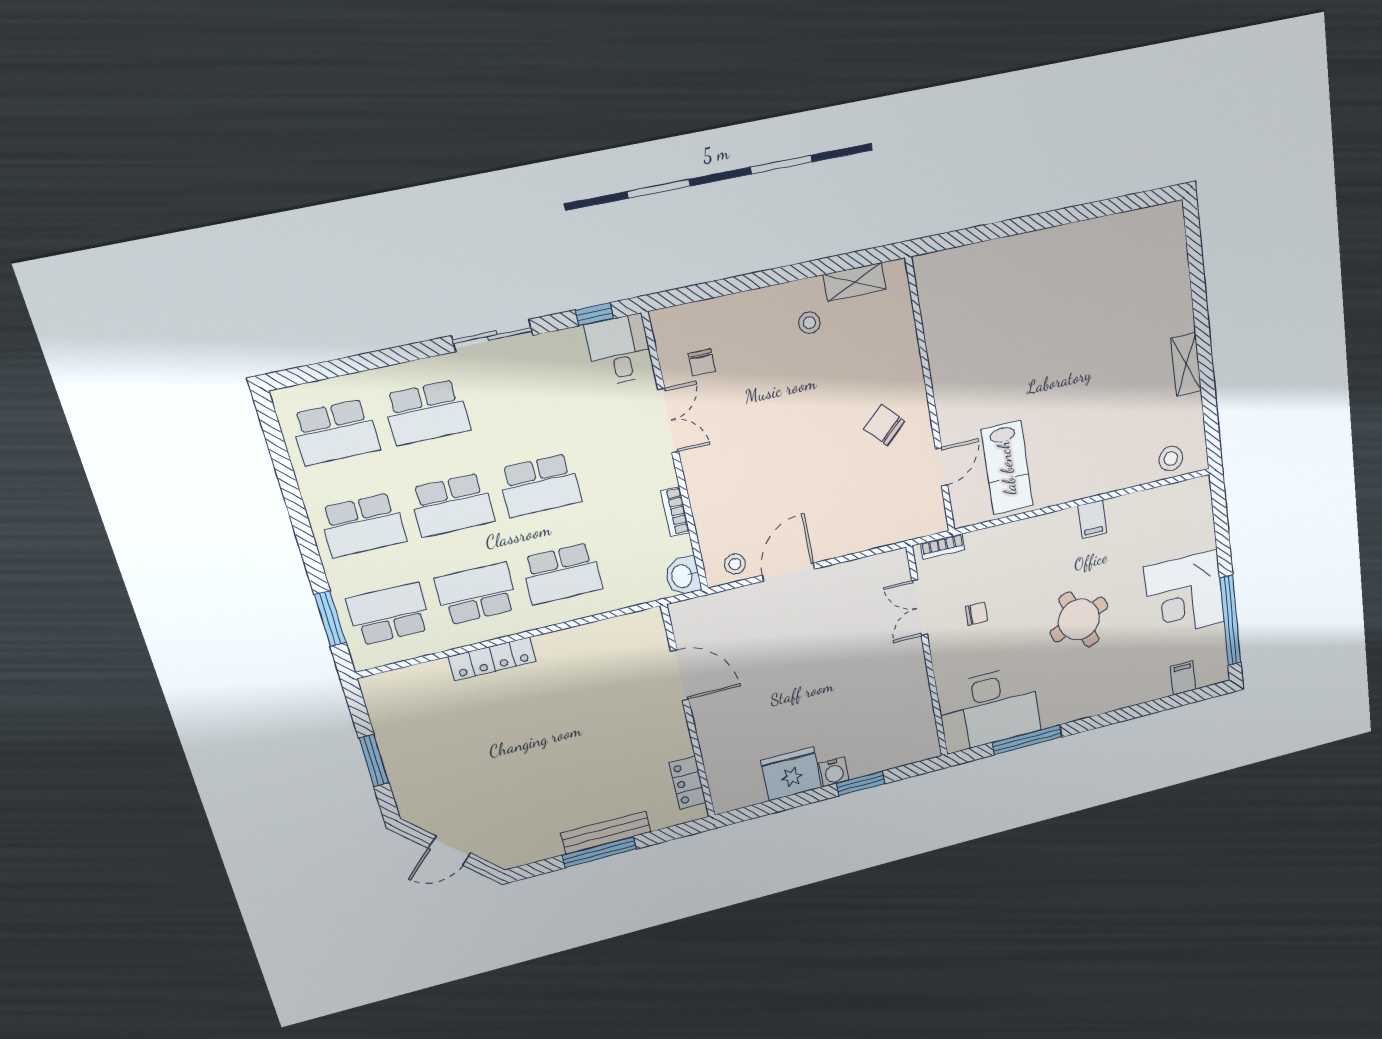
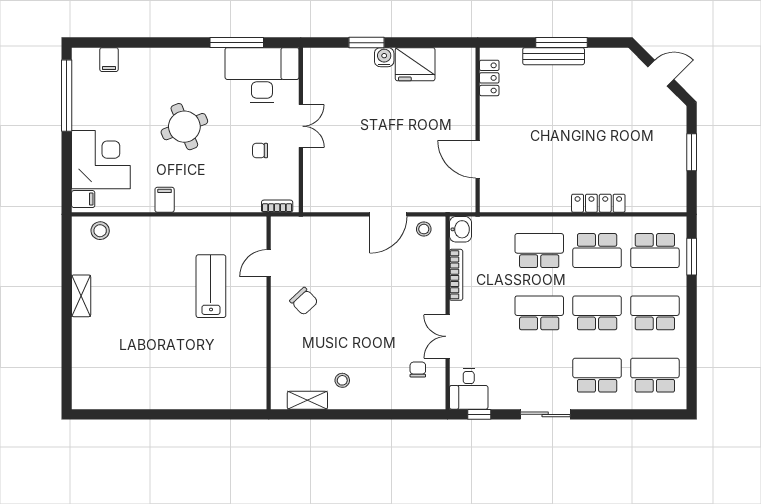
lab bench: (1007, 468) -> (211, 286), moved
filing cabinet: (1197, 495) -> (83, 199), added
bookcase: (675, 512) -> (456, 275), width x1.56
corner desk: (1184, 595) -> (101, 160), moved
double door: (920, 608) -> (301, 126), moved

